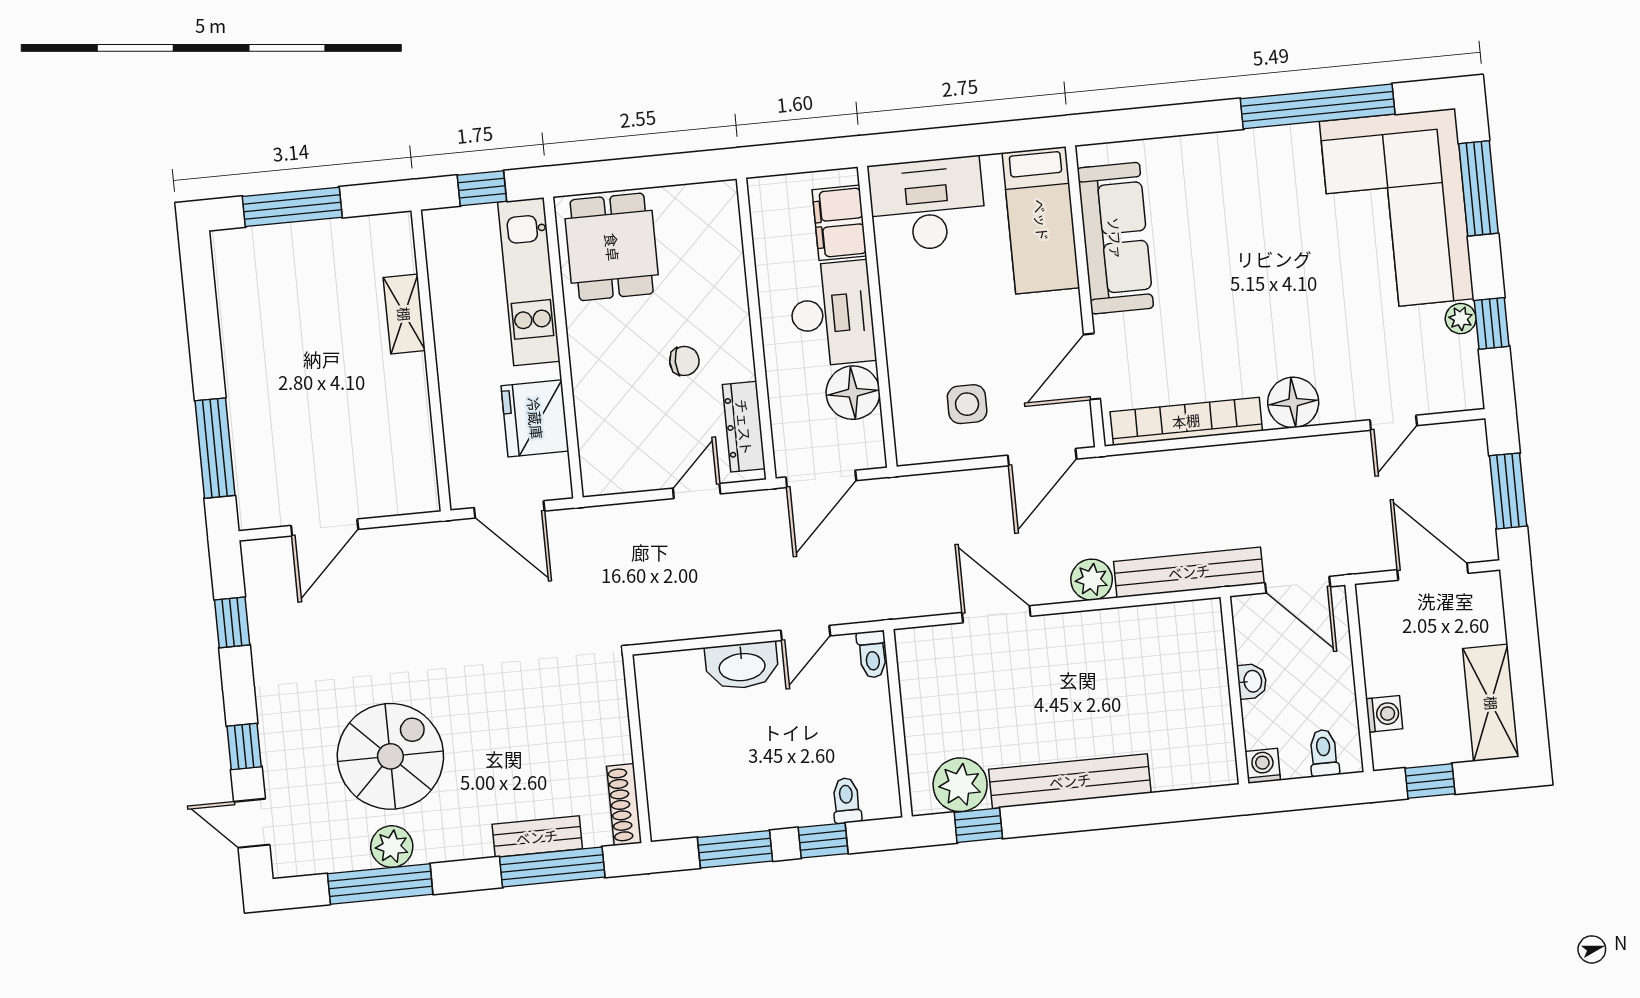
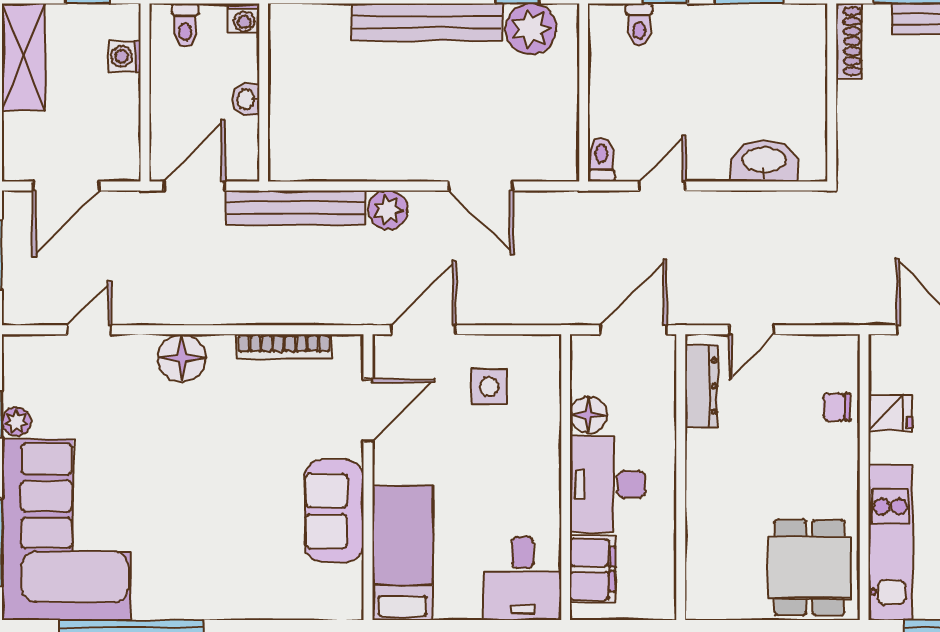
desk: (927, 204) -> (523, 578), width x0.73
sofa: (1115, 238) -> (334, 511), width x0.73
chair: (684, 361) -> (837, 407), moved
floor lamp: (853, 393) -> (588, 415), width x0.73, depth x0.73
fridge: (535, 418) -> (890, 413), width x0.53, depth x0.75
bookcase: (1186, 421) -> (284, 346), width x0.68, depth x0.76
door: (1433, 572) -> (66, 186), hinge flipped
door: (1298, 585) -> (194, 186), hinge flipped
washbasin: (742, 666) -> (764, 161), moved

